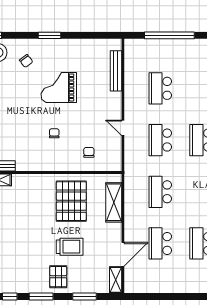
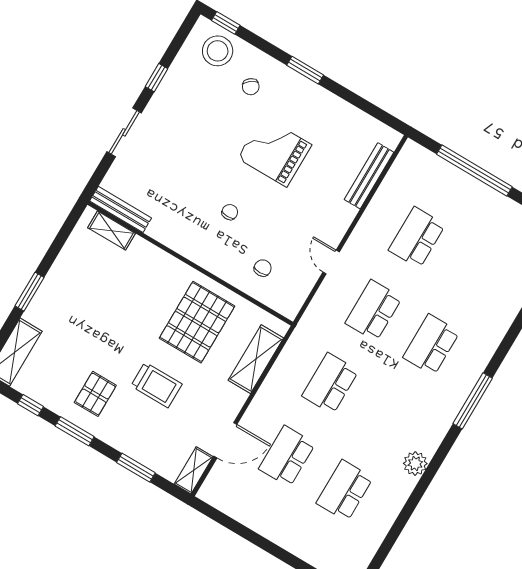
pallet: (58, 277) -> (95, 394), moved

